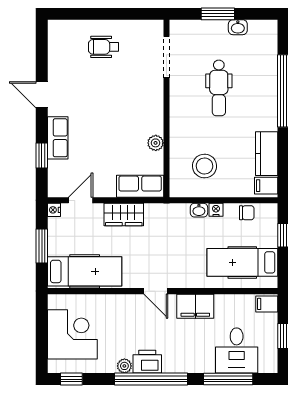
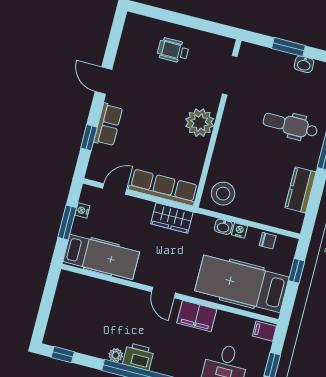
dental chair: (219, 88) -> (290, 125), moved, turned 90
plant: (156, 143) -> (200, 123), moved, width x1.87, depth x1.87
stool: (205, 166) -> (223, 194), moved
row of seats: (140, 186) -> (163, 187), width x1.48
filing cabinet: (266, 186) -> (292, 220), removed
nightstand: (54, 210) -> (82, 210), moved
wardrobe: (124, 215) -> (172, 218), moved
hospital bed: (242, 262) -> (242, 284), width x1.37, depth x1.29
corner desk: (72, 334) -> (75, 313), removed

